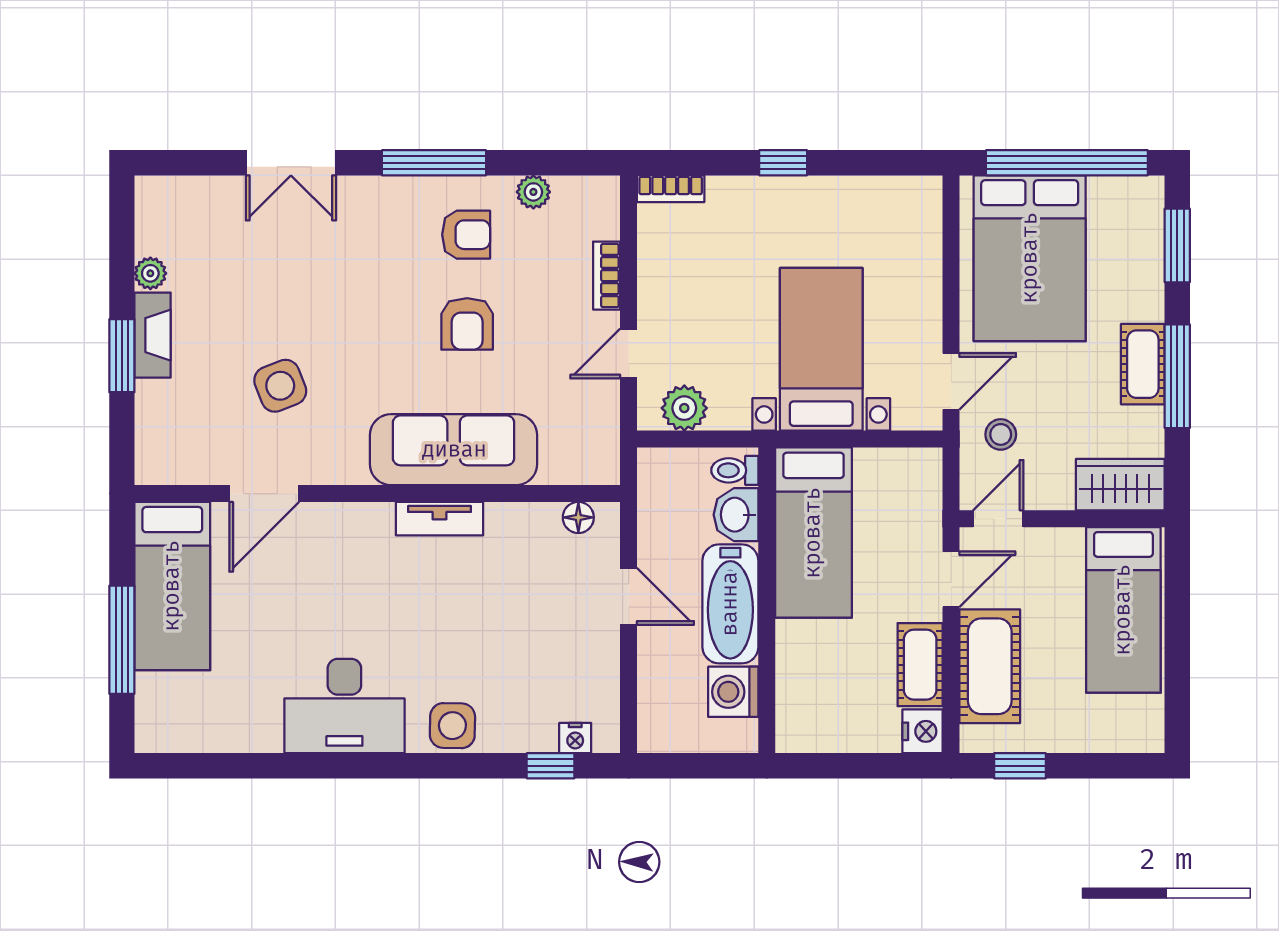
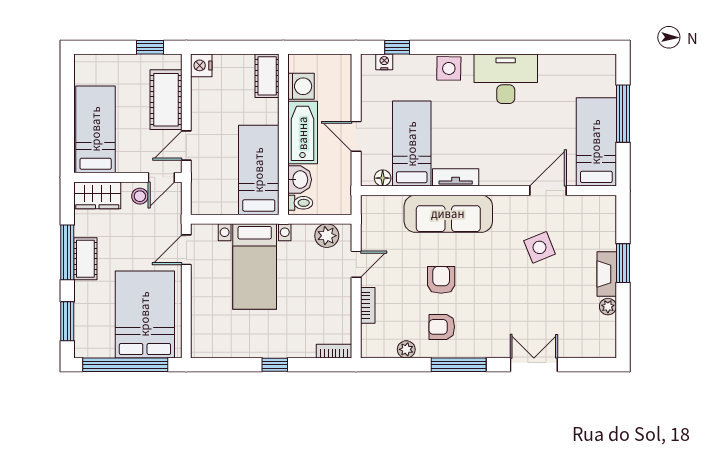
stool: (1001, 434) -> (140, 196), moved
bed: (523, 583) -> (412, 144), added
cot: (920, 665) -> (267, 76), moved

